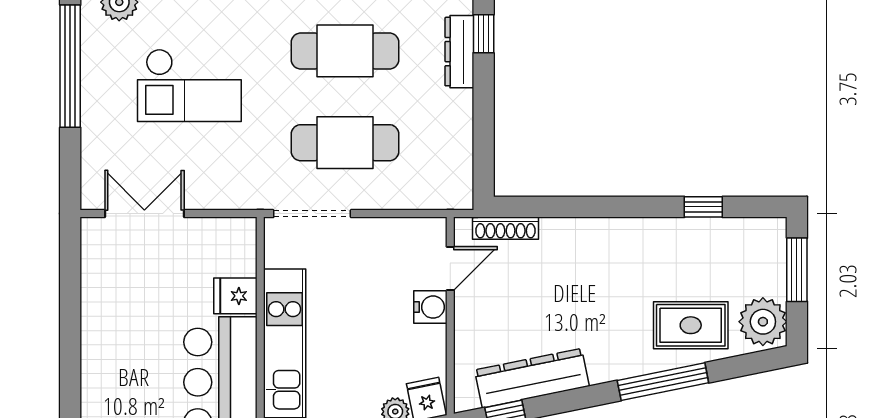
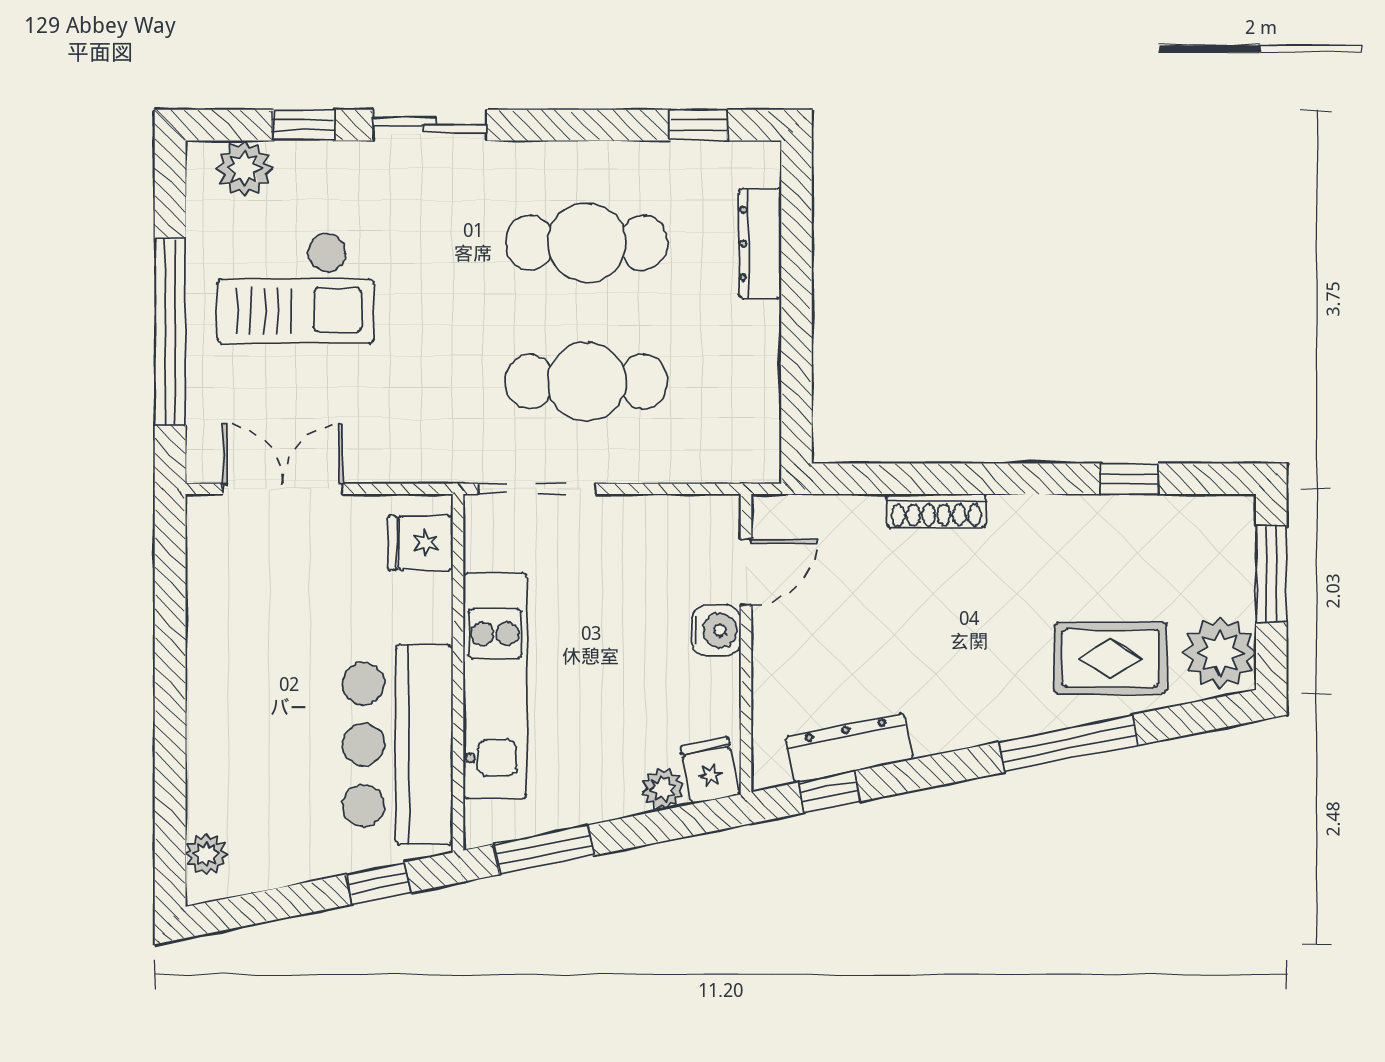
window: (484, 34) -> (796, 217), removed
window: (70, 66) -> (170, 332), moved
checkout: (189, 85) -> (295, 288), moved
shoe rack: (505, 228) -> (936, 511), moved
fridge: (235, 296) -> (420, 543), moved
dresser: (532, 378) -> (849, 748), width x0.73, depth x0.80

